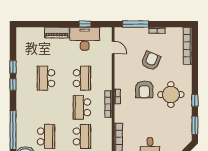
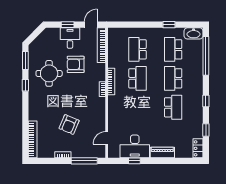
locker: (21, 37) -> (198, 148), added
door: (113, 47) -> (107, 138), hinge flipped
window: (13, 67) -> (206, 130), moved
school desk: (82, 78) -> (173, 78), moved
armchair: (144, 89) -> (76, 64), moved, turned -90
round table: (171, 95) -> (49, 73), moved

